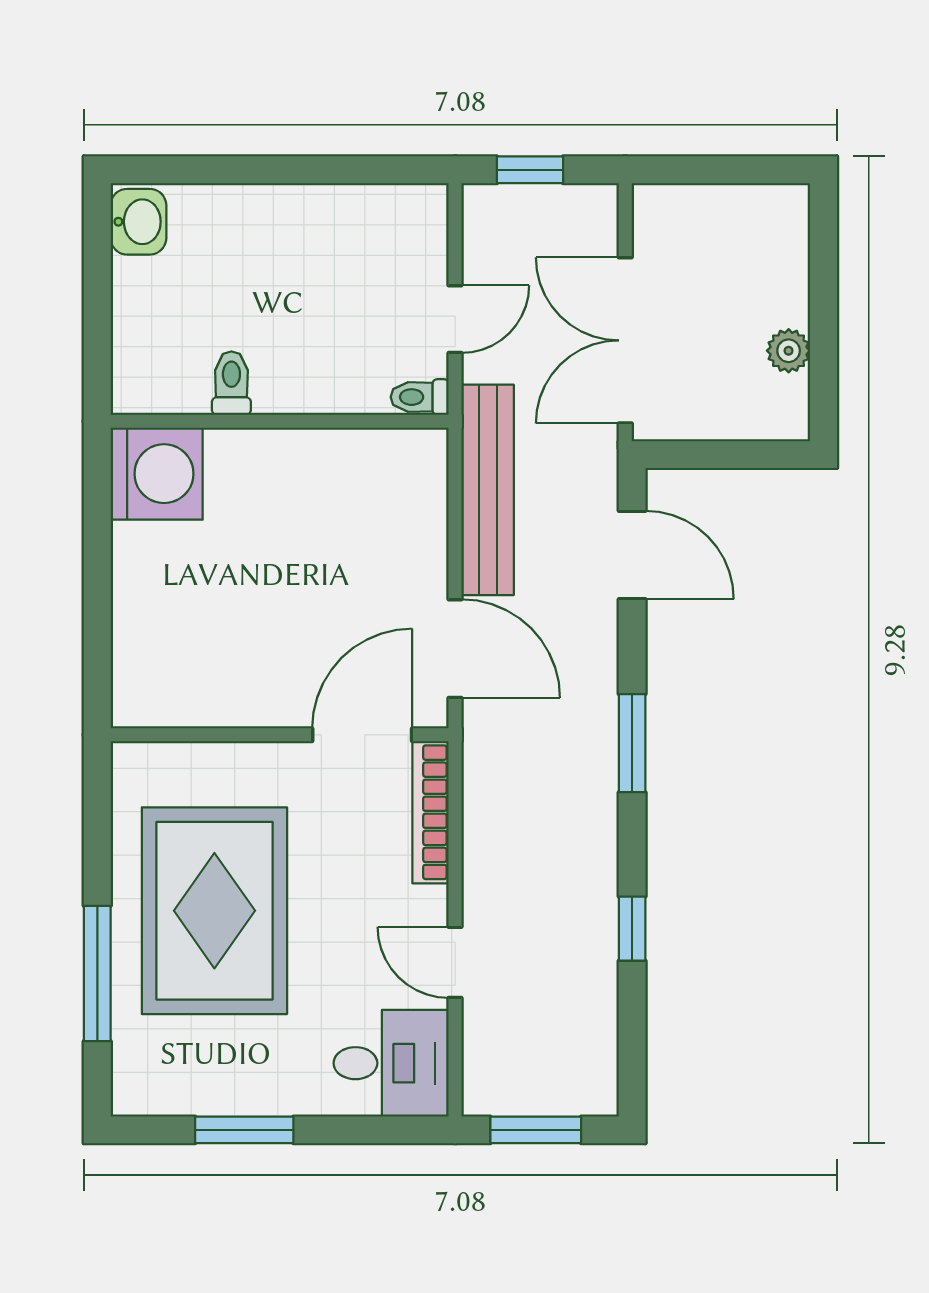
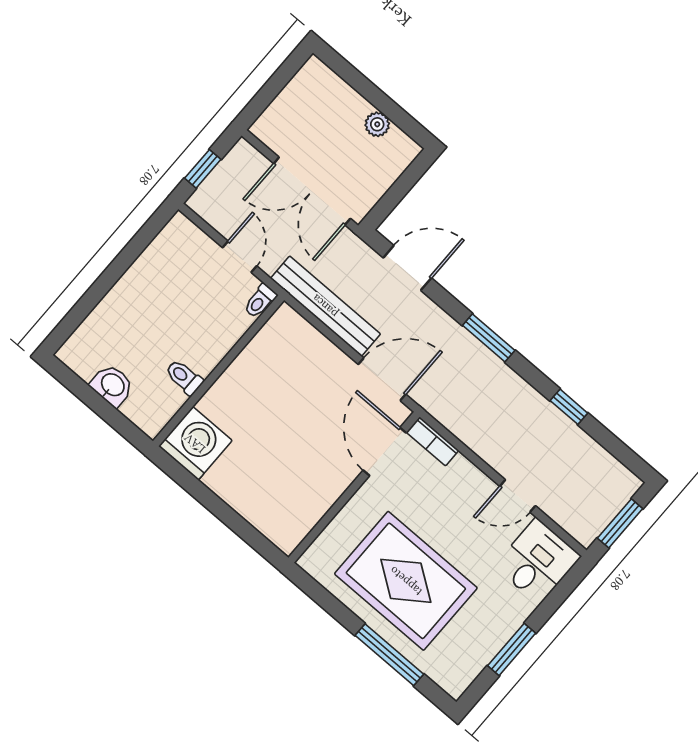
washbasin: (138, 222) -> (112, 385), moved
bookcase: (431, 812) -> (433, 441), width x0.64

